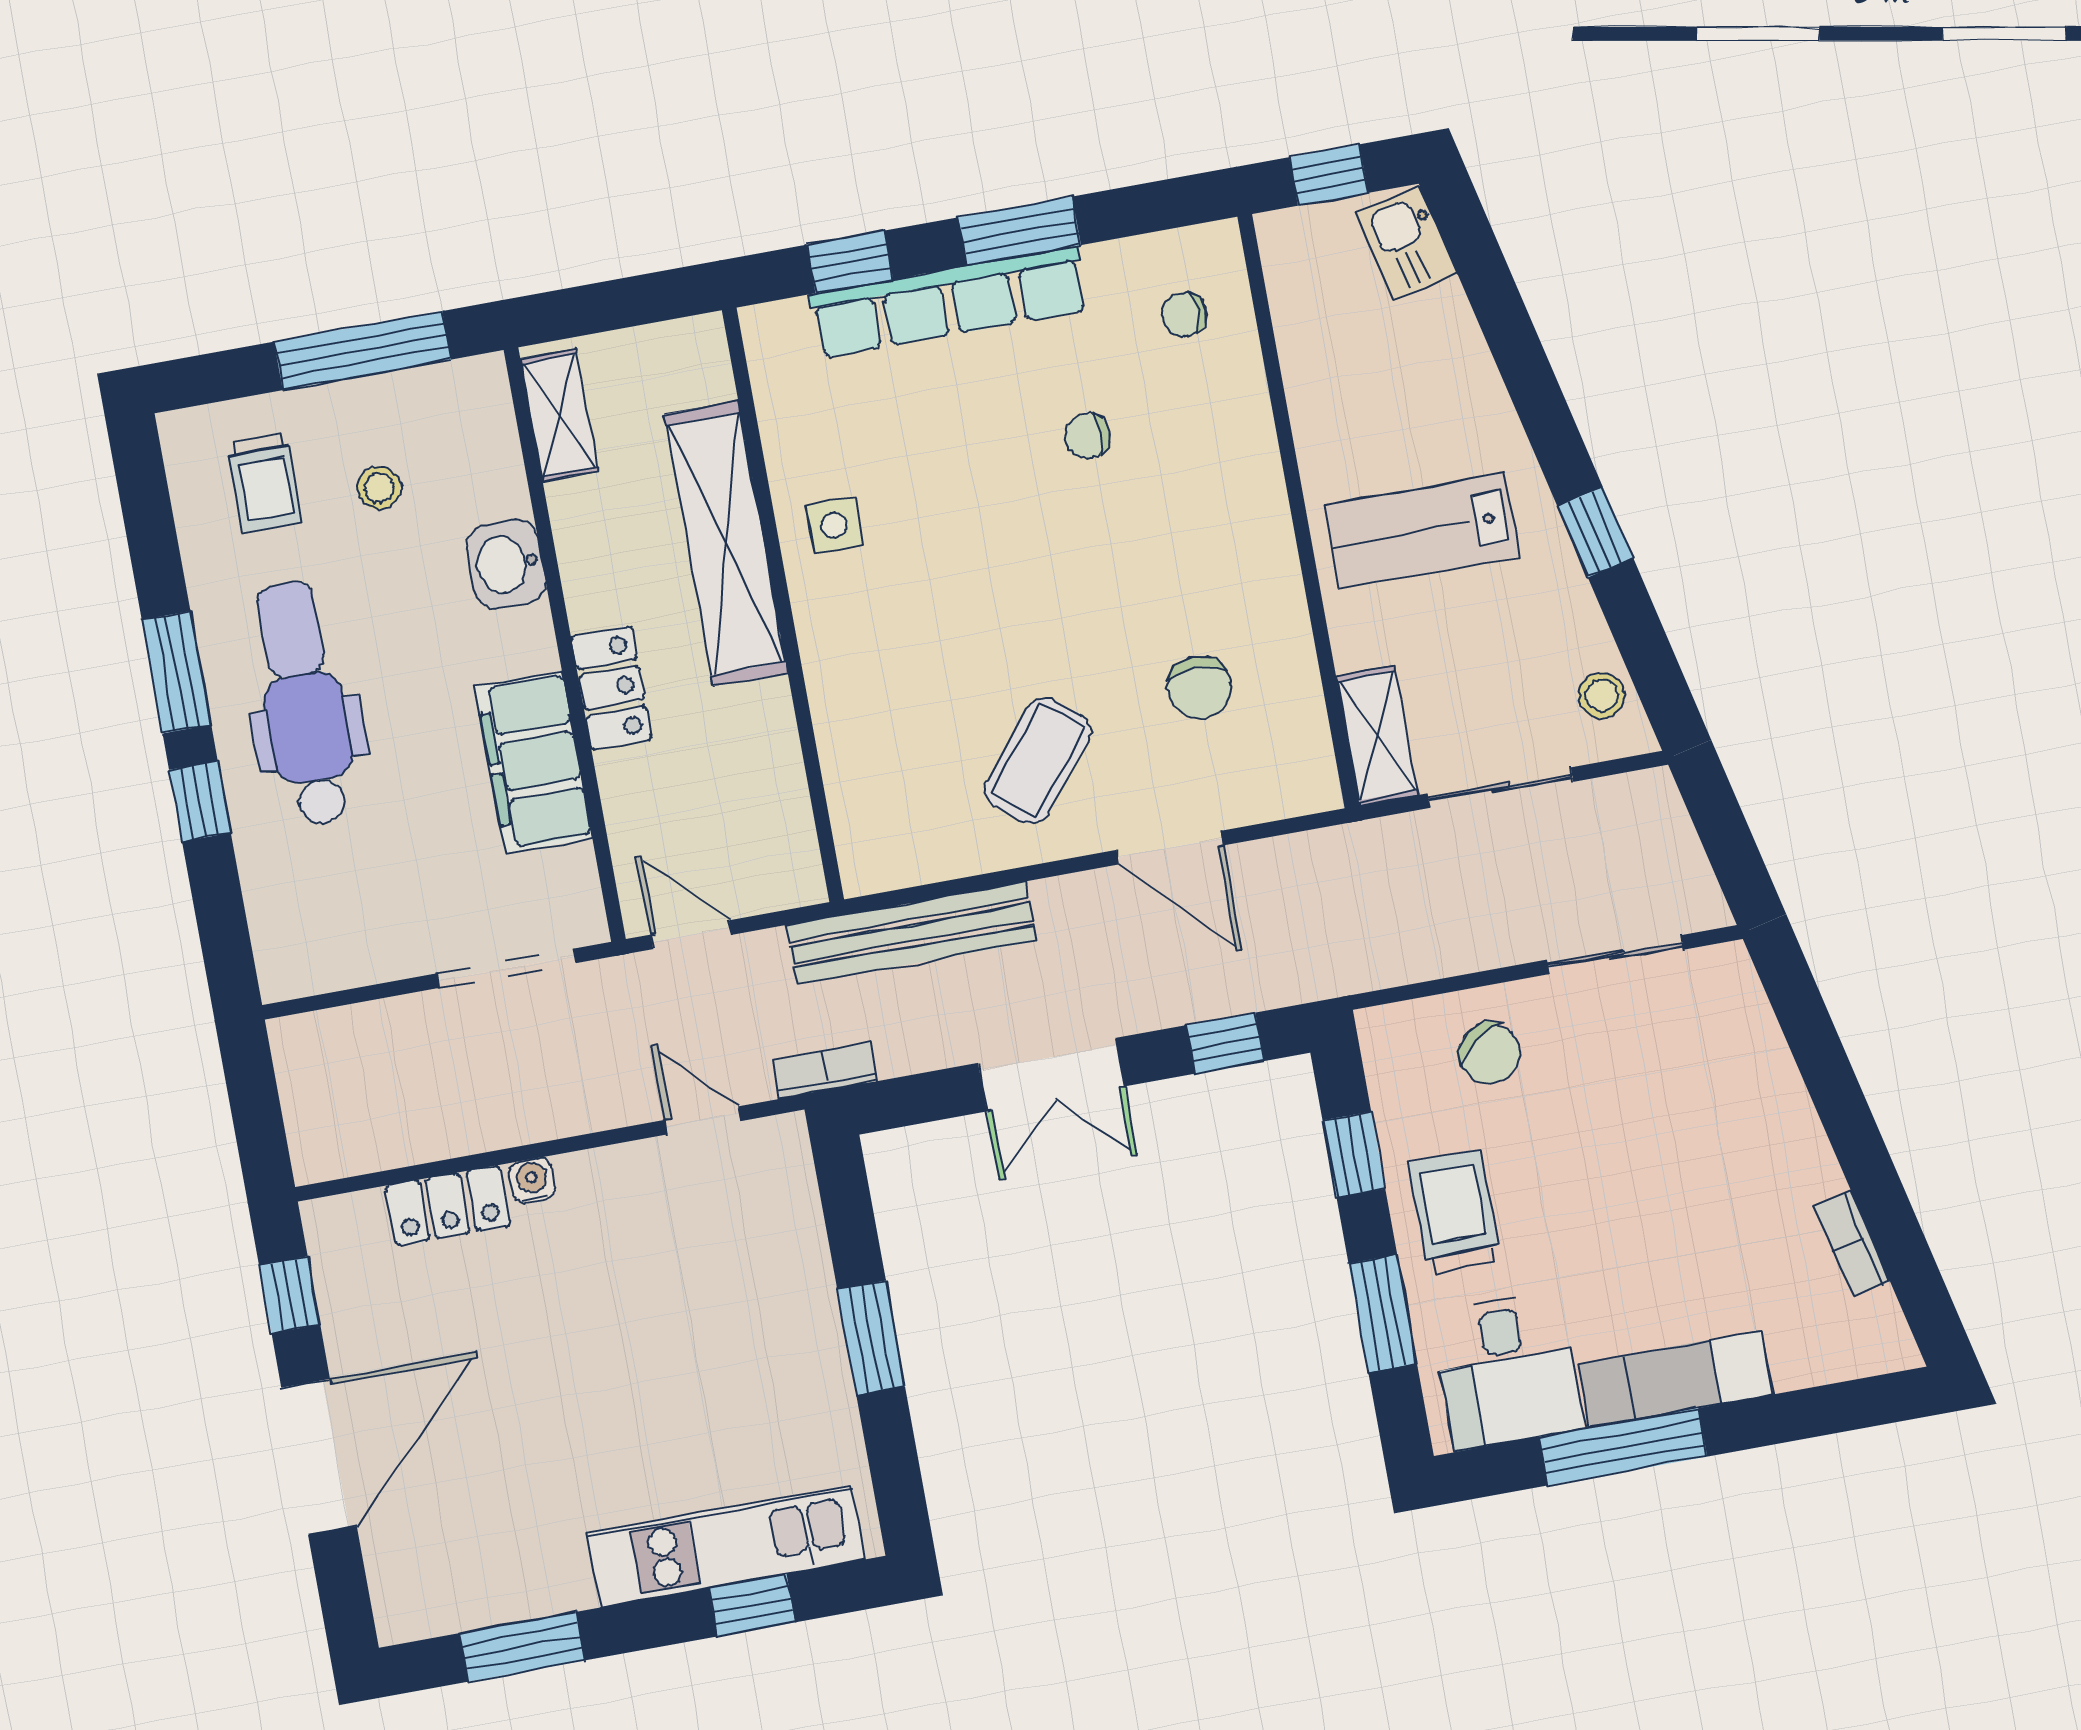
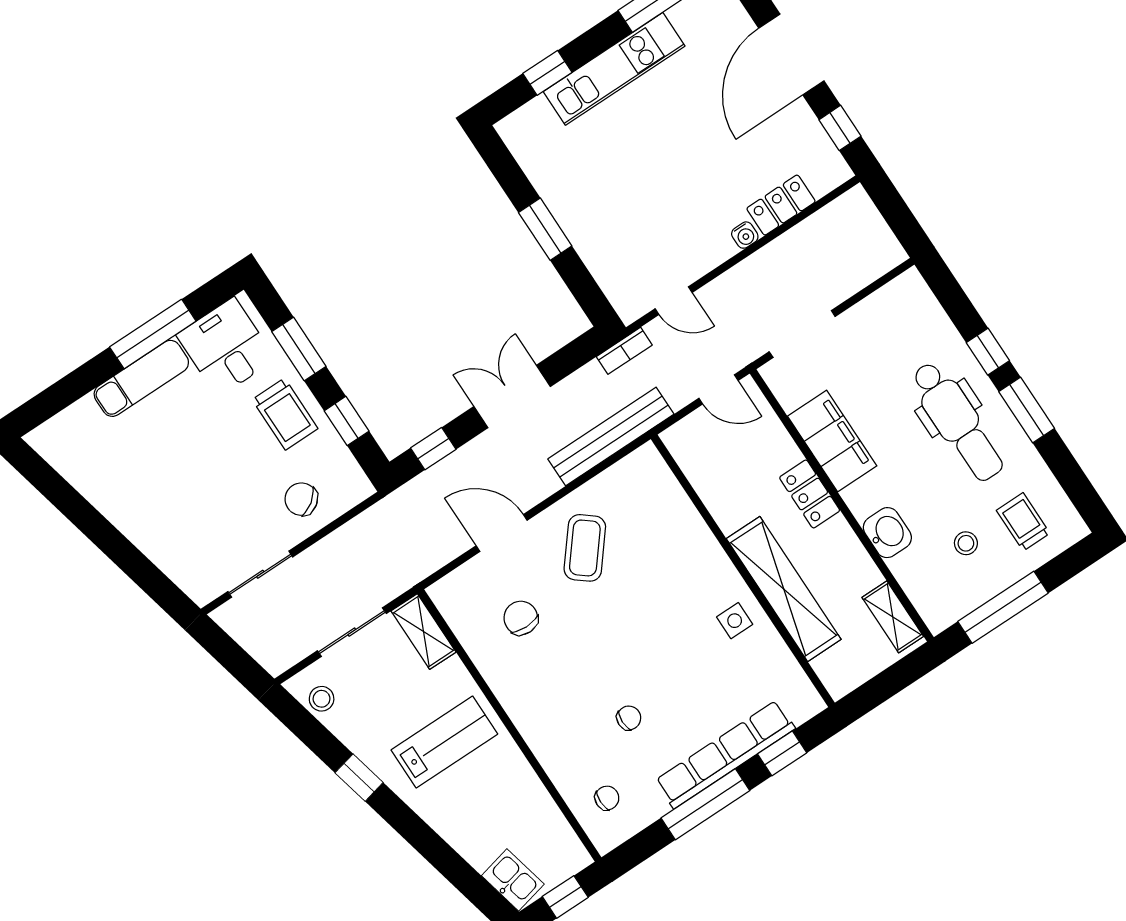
window: (1019, 231) -> (705, 804), width x1.44
bookcase: (1852, 1244) -> (83, 482), removed
kitchen unit: (726, 1546) -> (614, 69), moved

